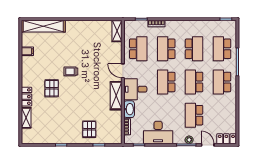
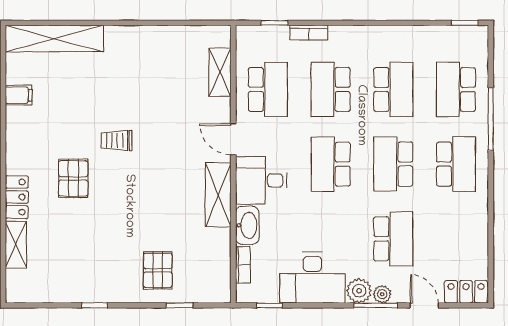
shelving: (117, 31) -> (220, 72), moved
school desk: (222, 82) -> (456, 164), turned 180
school desk: (194, 115) -> (393, 239), turned 180
plant: (179, 138) -> (359, 291), added

